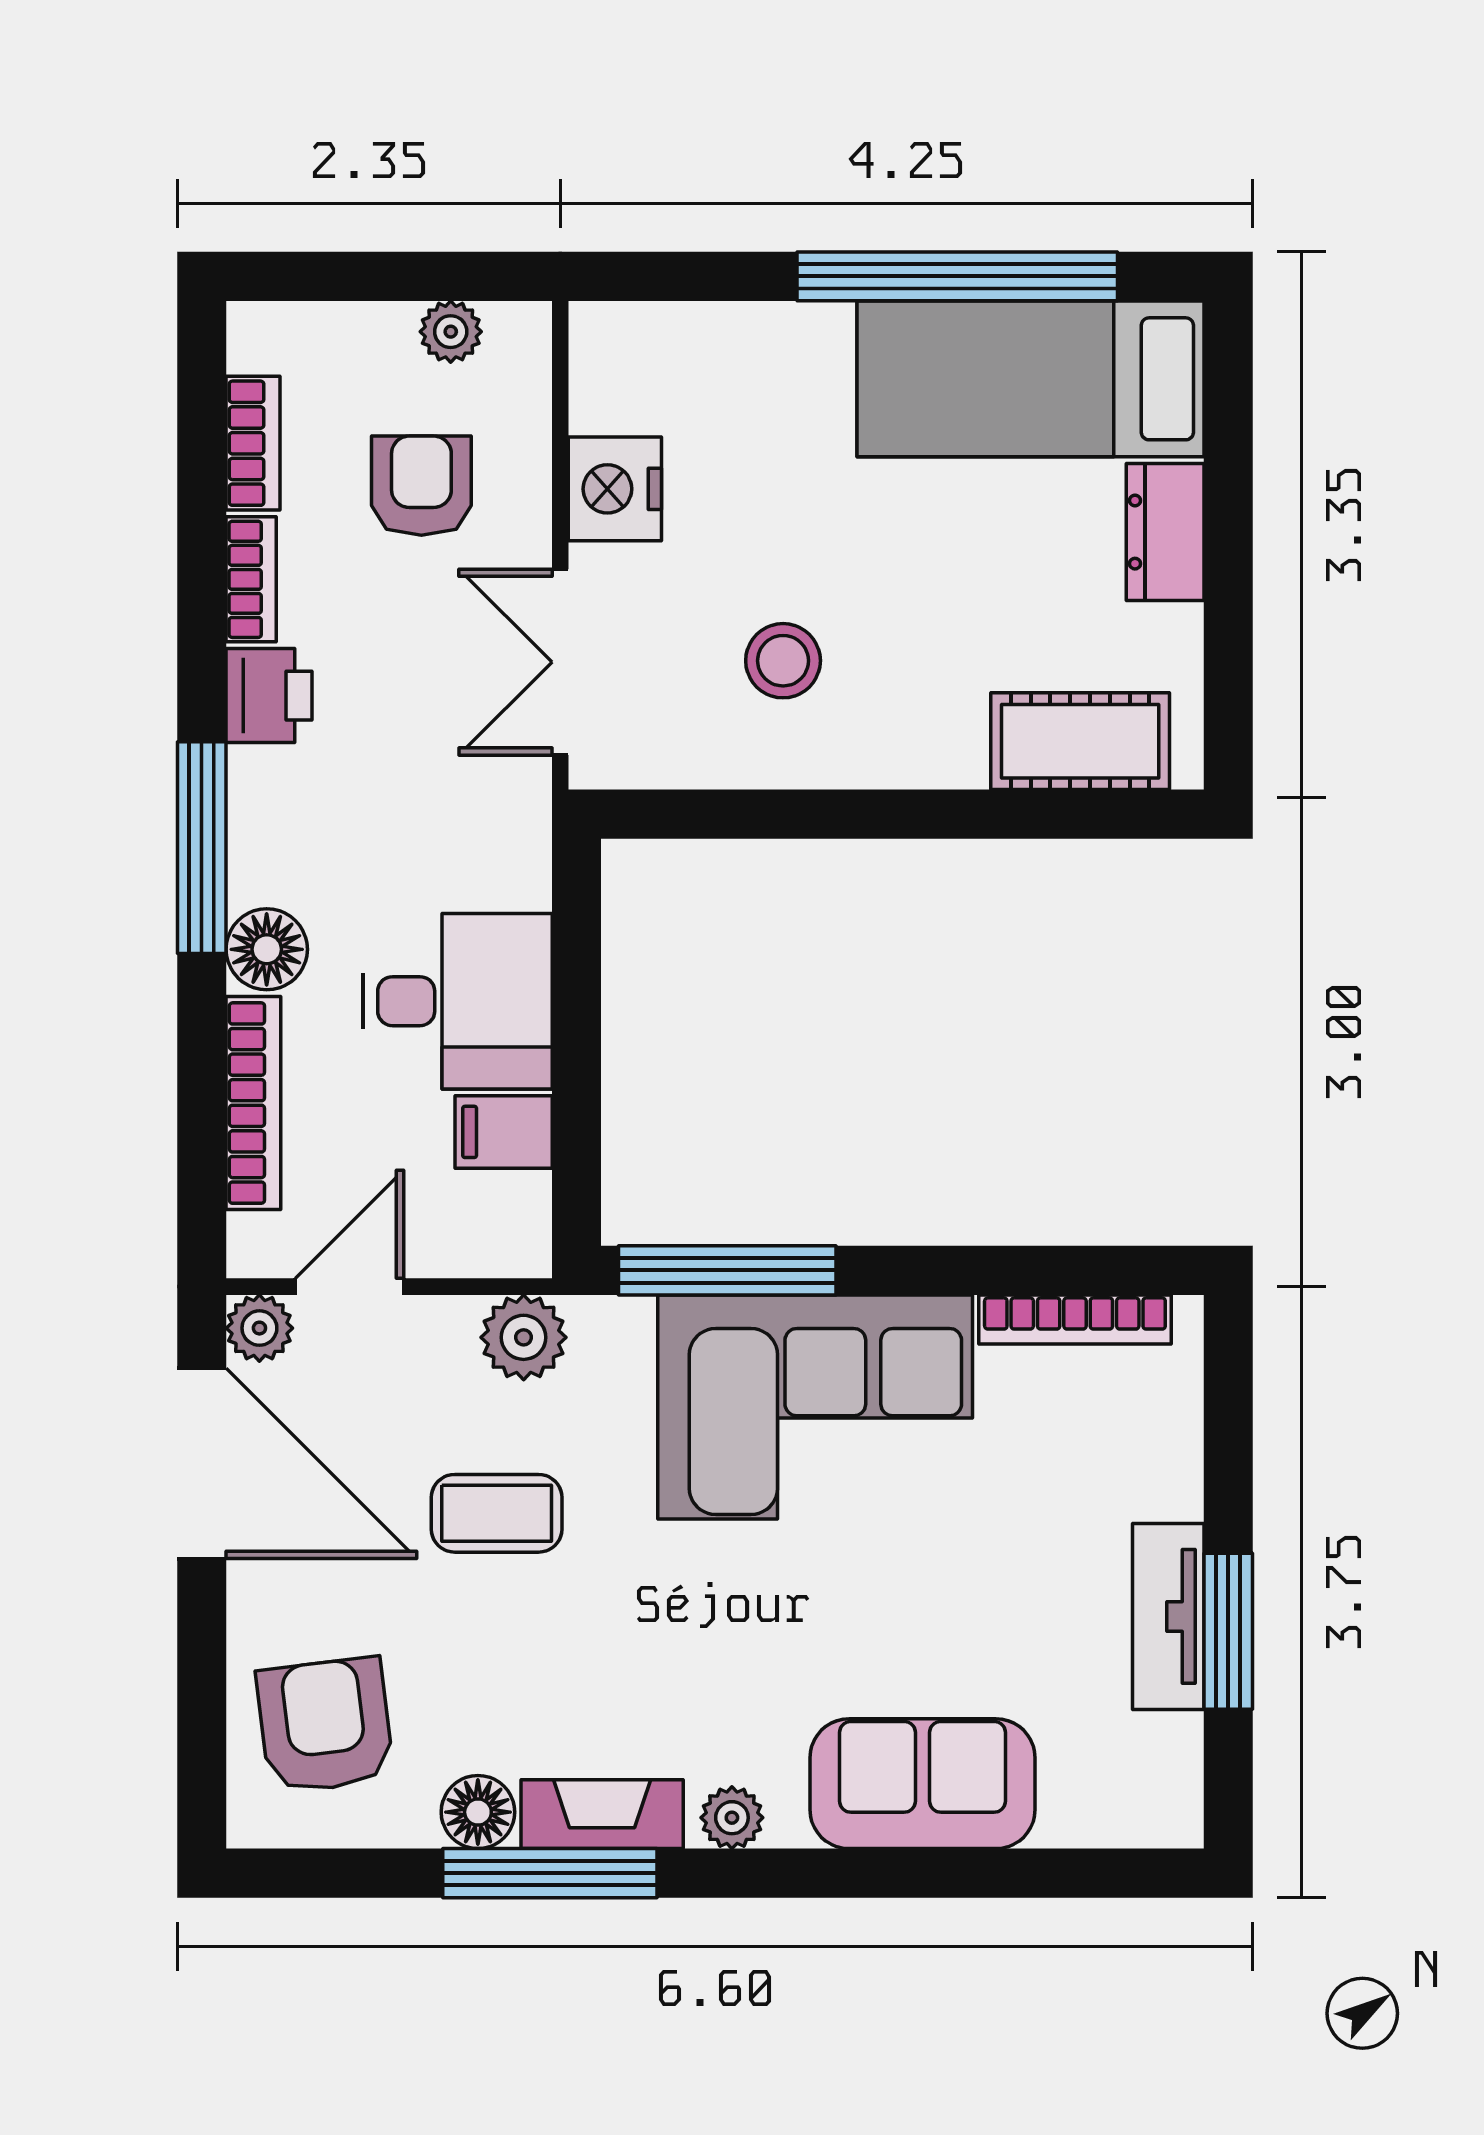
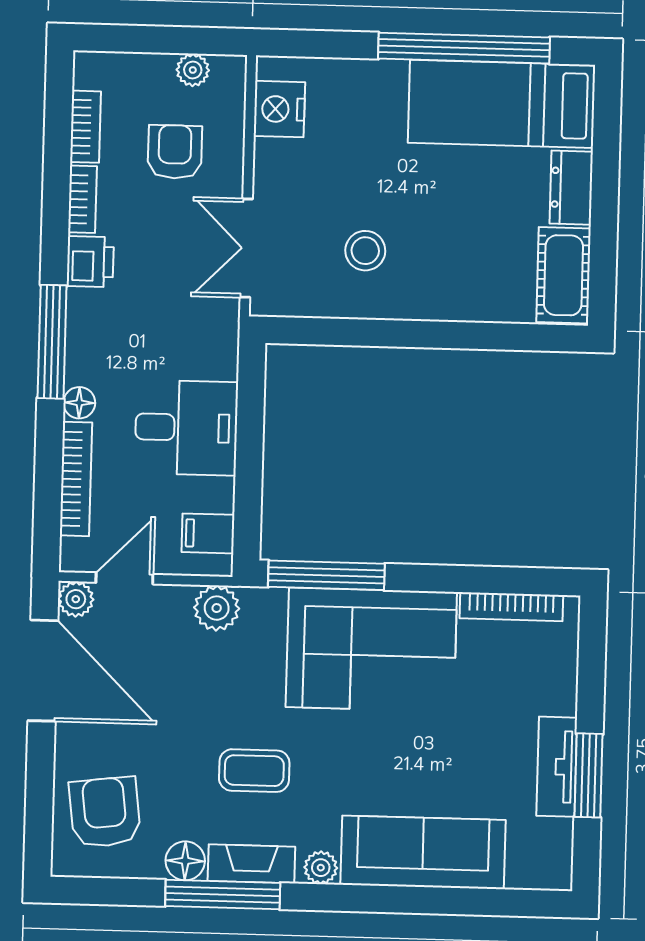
nightstand: (615, 489) -> (279, 109), moved
cot: (1080, 741) -> (563, 275), moved, turned 90
floor lamp: (267, 949) -> (79, 403), width x0.73, depth x0.73
filing cabinet: (504, 1132) -> (208, 533), moved
coffee table: (497, 1513) -> (254, 771), moved
sofa: (922, 1784) -> (423, 852), width x1.36

